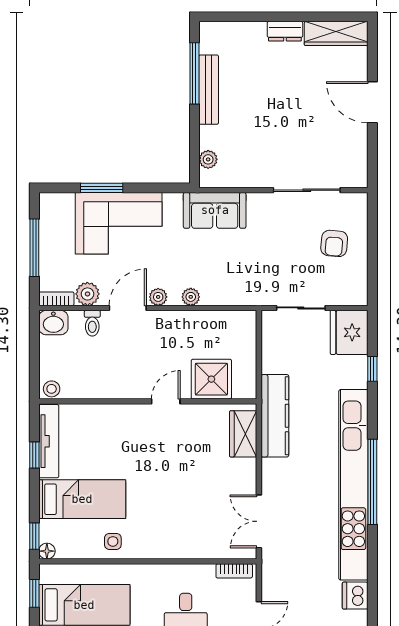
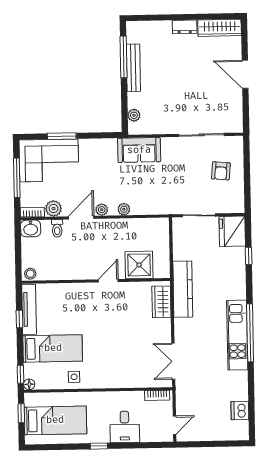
corner sofa: (119, 223) -> (49, 160), moved
kitchen unit: (353, 485) -> (237, 335), width x0.54

